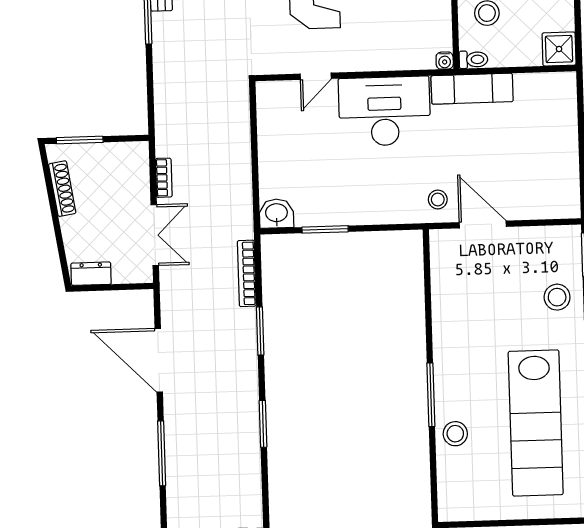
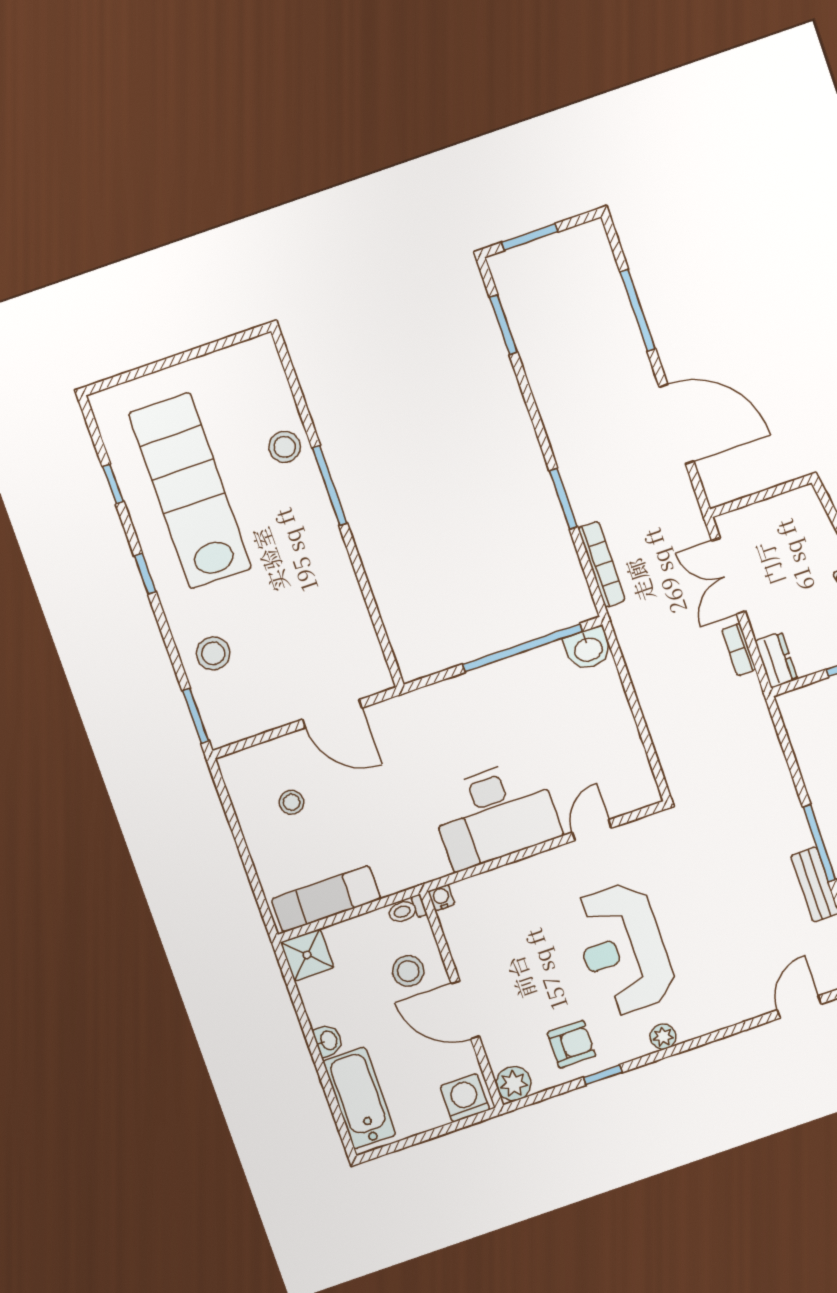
exam couch: (472, 89) -> (326, 899), moved
stool: (438, 199) -> (291, 802), moved
window: (325, 229) -> (523, 648), width x2.11
dresser: (91, 274) -> (776, 660), moved, turned -90
window: (263, 424) -> (504, 325), moved

